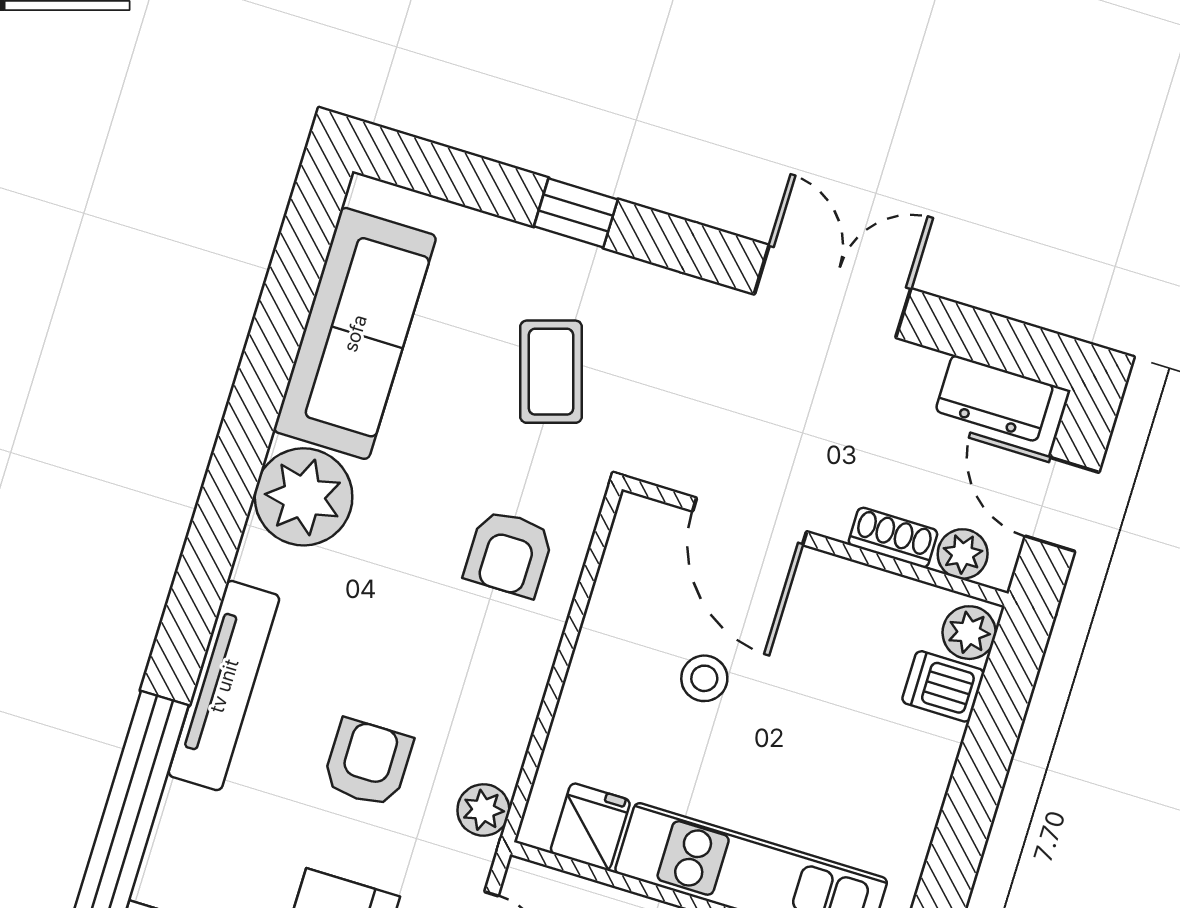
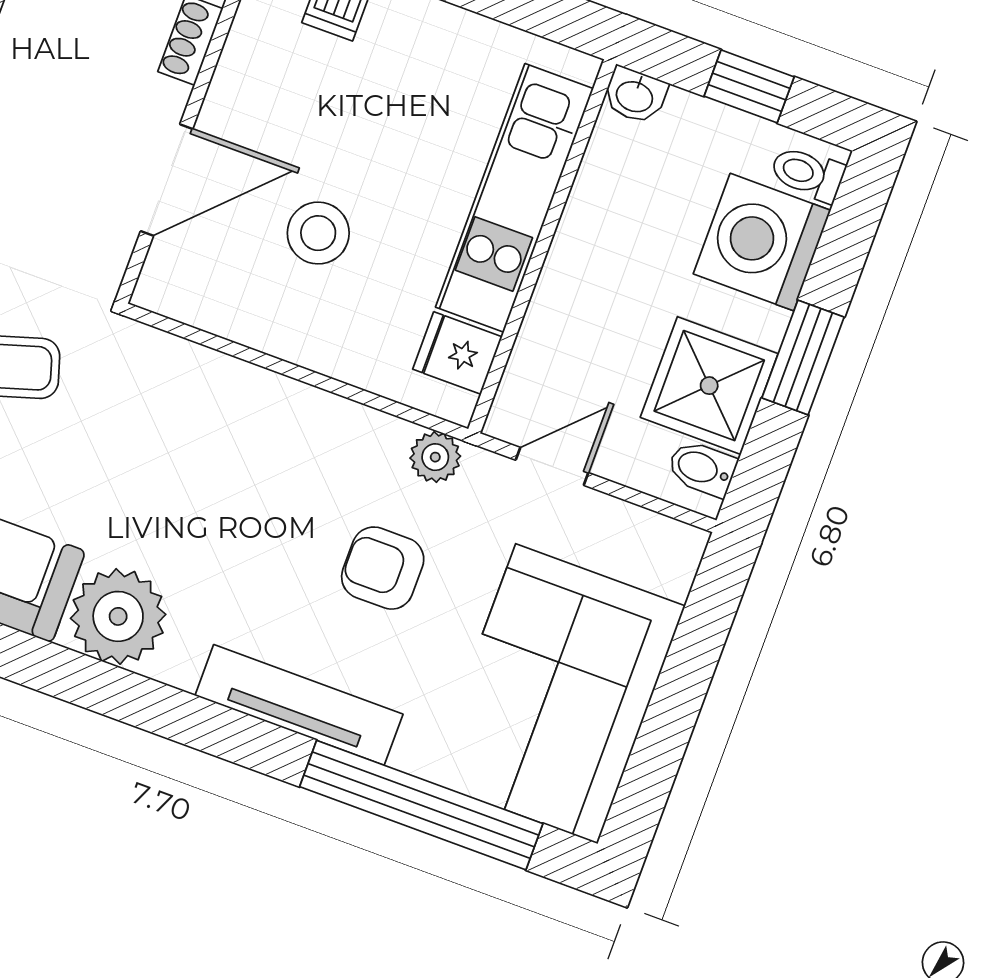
armchair: (509, 553) -> (185, 418), removed
stool: (704, 678) -> (318, 233), width x1.37, depth x1.37

